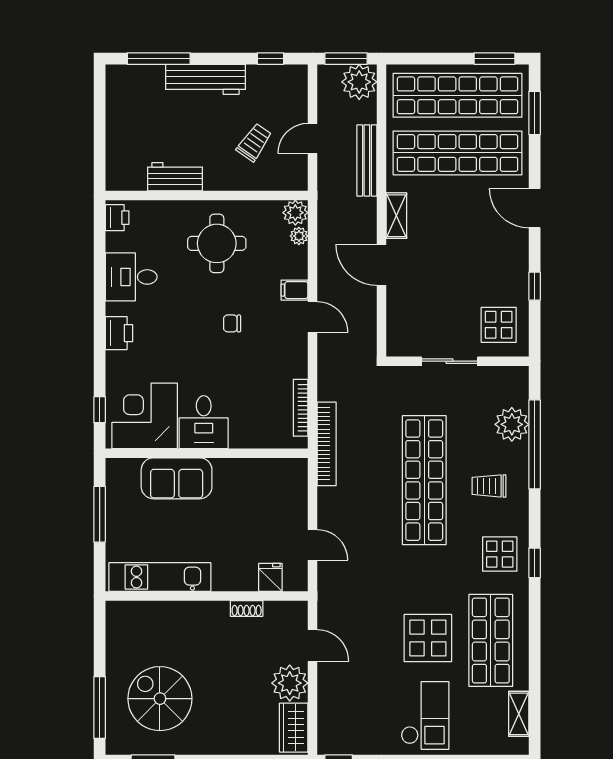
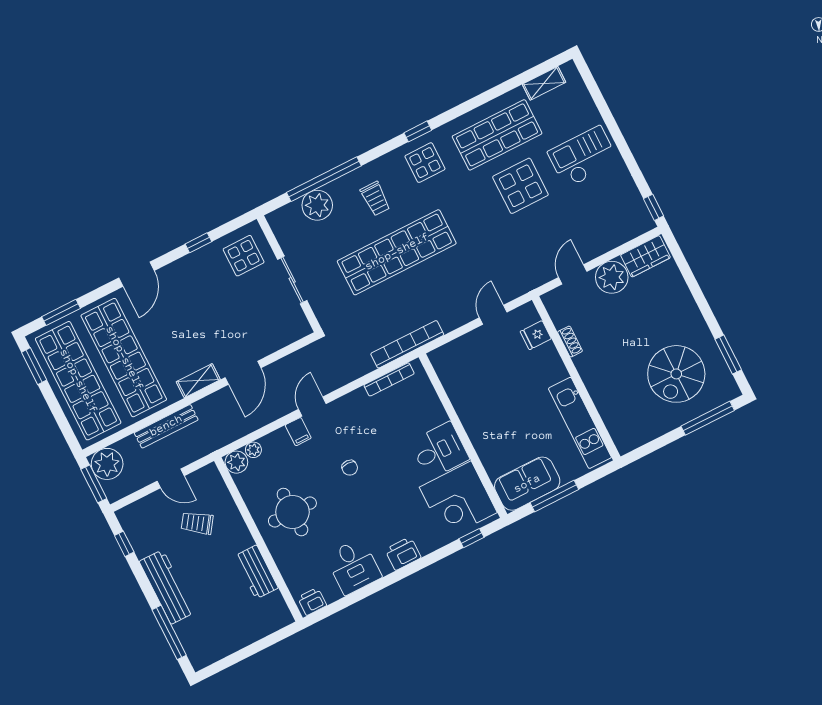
sofa: (177, 478) -> (527, 484), moved, turned -90

